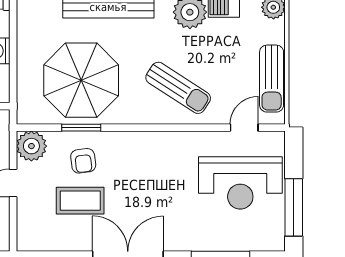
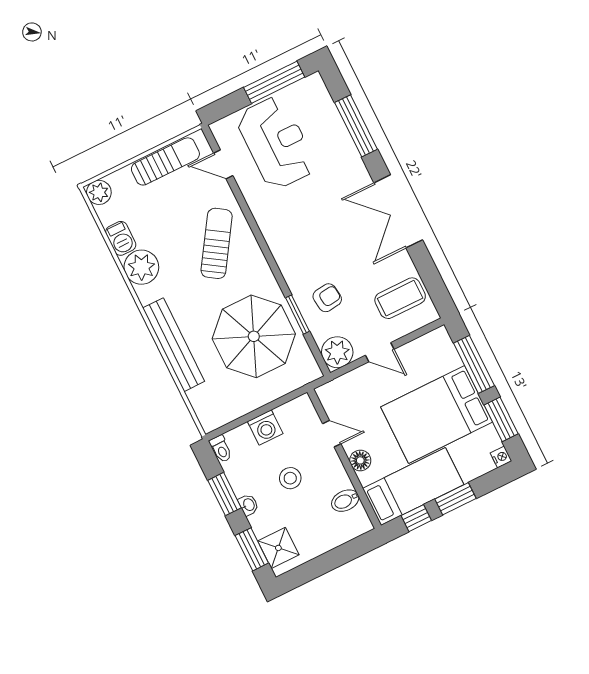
coffee table: (80, 201) -> (400, 298), moved, turned 90

